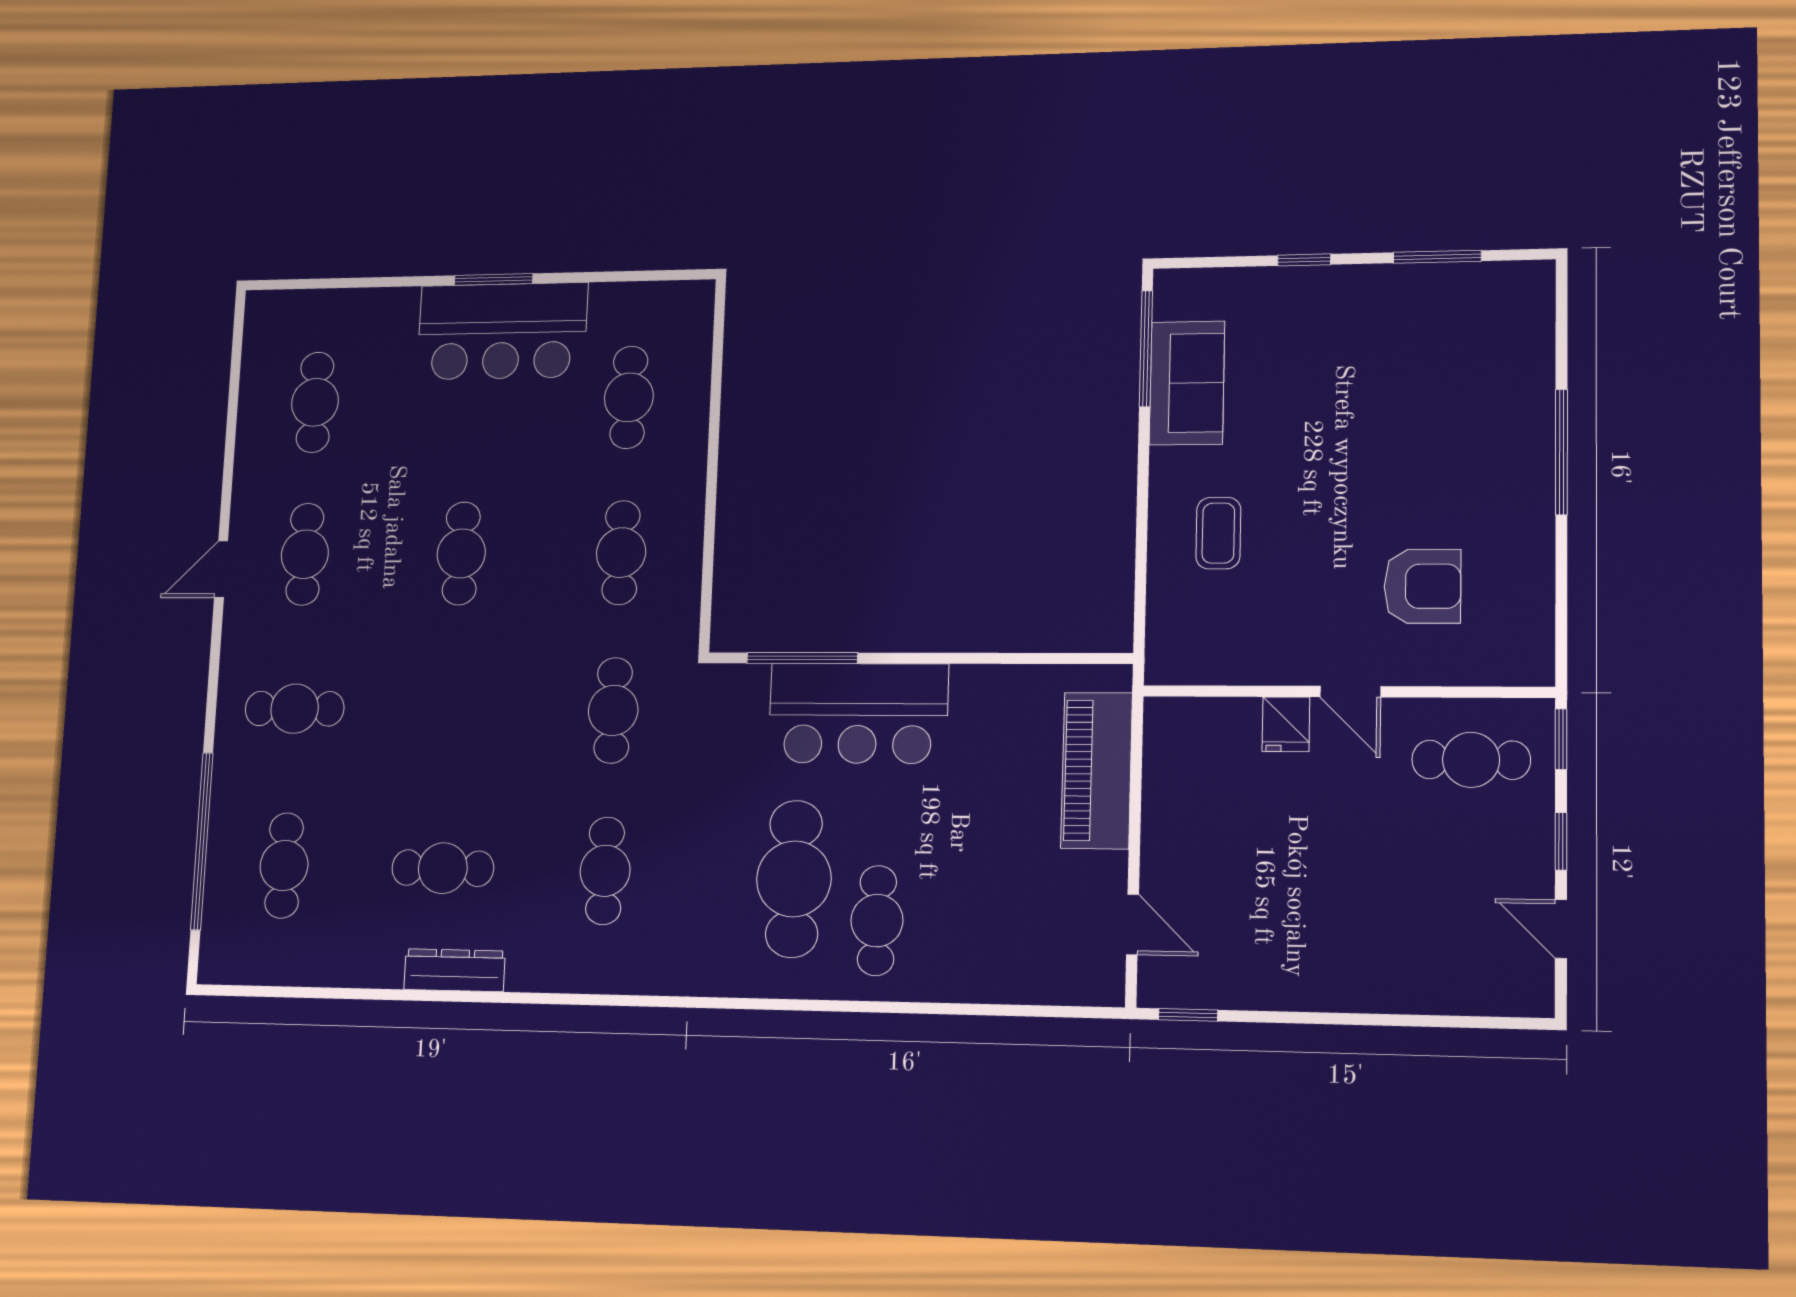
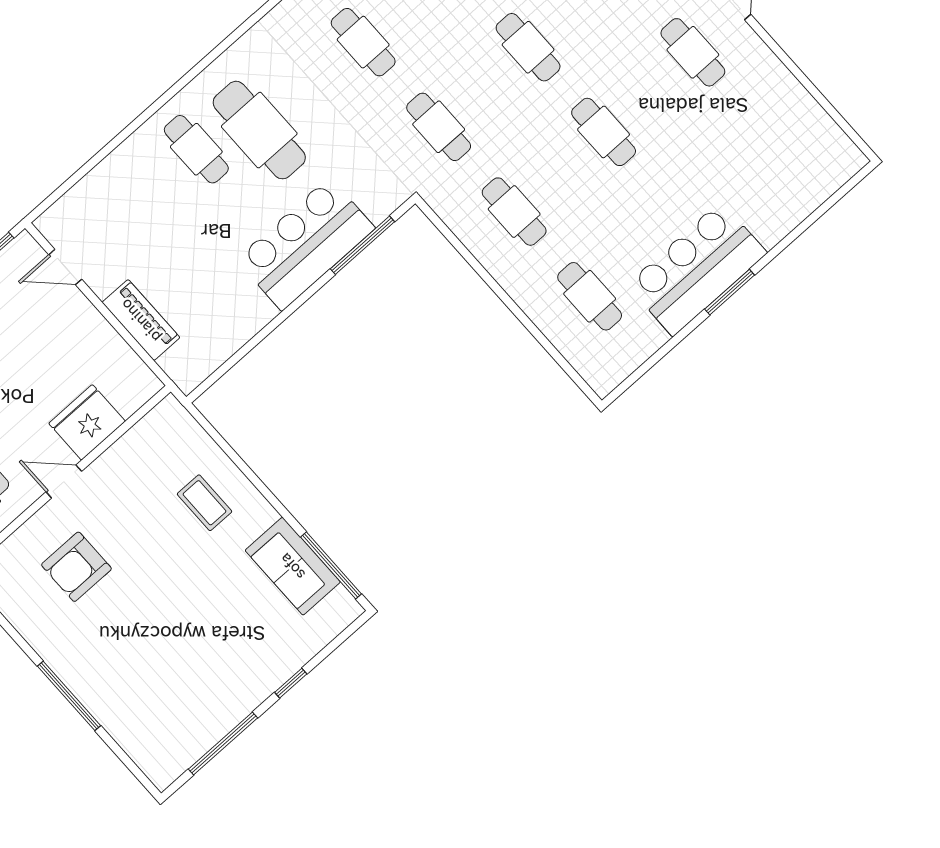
window: (1437, 257) -> (223, 743), width x1.44
cafe table: (315, 402) -> (528, 47), moved
fridge: (1286, 724) -> (87, 422), width x1.88, depth x1.34
piano: (1097, 770) -> (141, 320), width x0.73, depth x0.75

